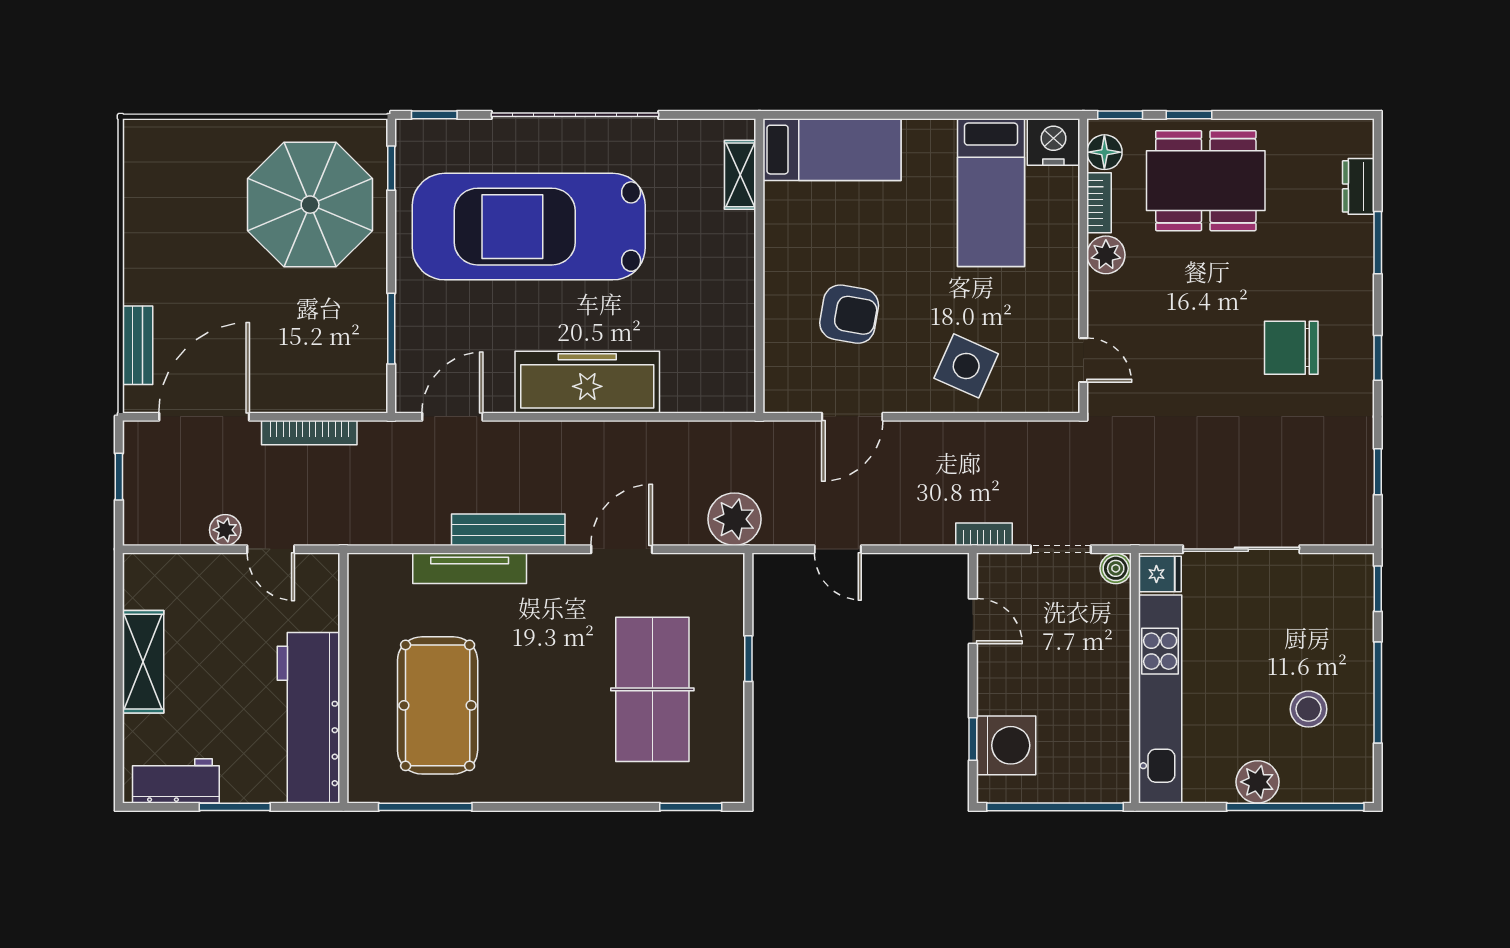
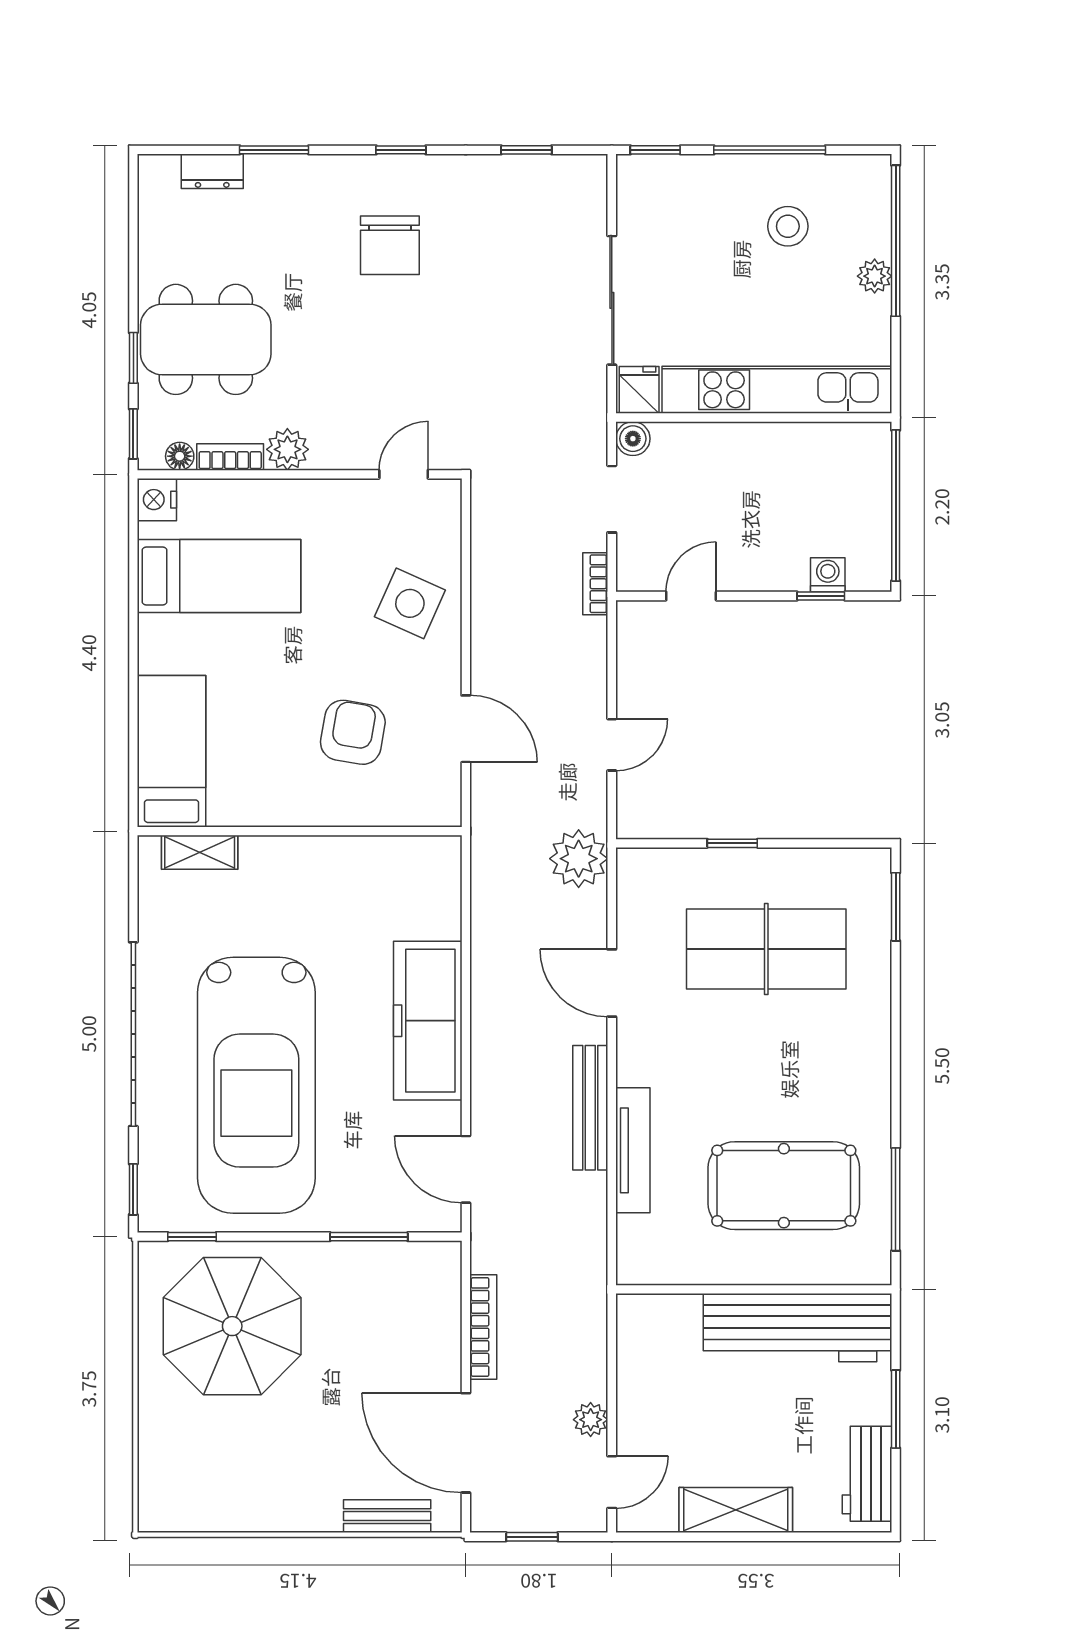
nightstand: (1053, 142) -> (157, 500), width x0.74, depth x0.75
floor lamp: (1104, 152) -> (180, 456), width x0.73, depth x0.73
dining table: (1206, 181) -> (206, 339), turned 90
door: (271, 549) -> (612, 1482), moved
washing machine: (1006, 745) -> (828, 575), width x0.53, depth x0.53
plant: (1258, 782) -> (875, 276), width x0.73, depth x0.73

